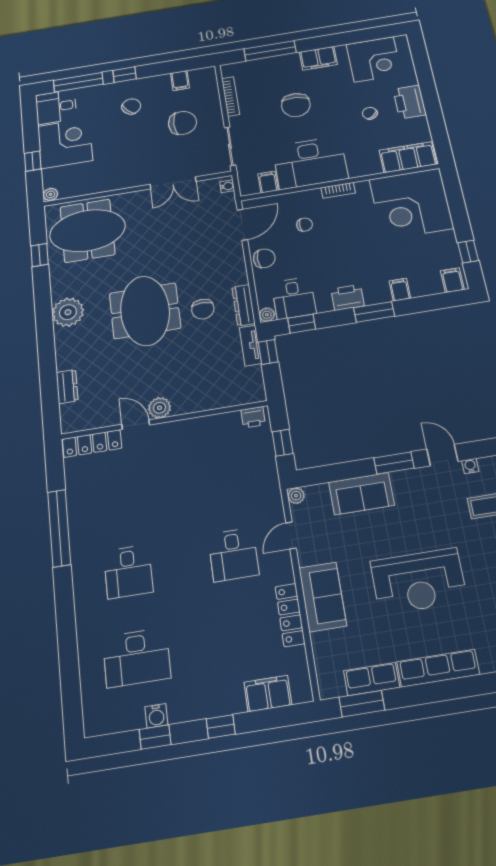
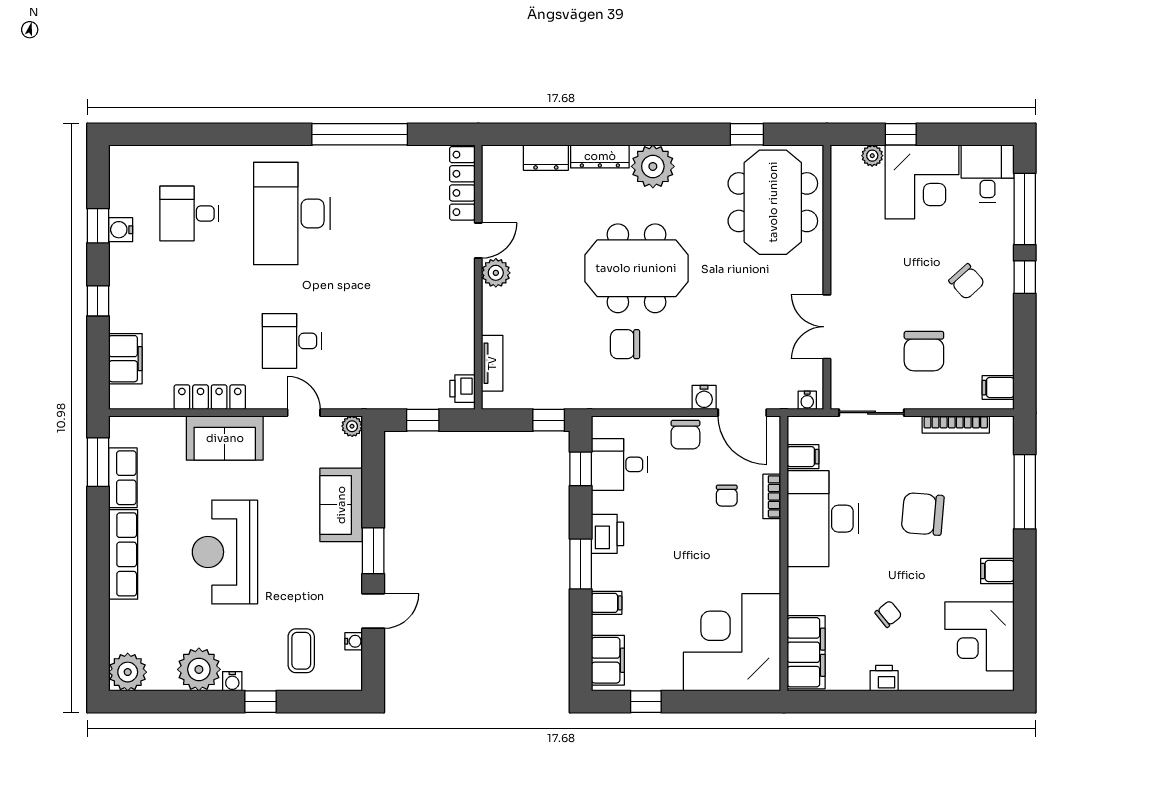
filing cabinet: (318, 58) -> (997, 571), width x0.50
filing cabinet: (180, 81) -> (998, 388), moved
printer: (410, 102) -> (884, 678), width x0.53, depth x0.68
bookcase: (338, 190) -> (772, 496), moved
plant: (51, 194) -> (872, 156), moved
water cooler: (235, 251) -> (704, 397), added
filing cabinet: (452, 280) -> (608, 660), width x2.00
dresser: (244, 305) -> (600, 156), moved, turned 180
plant: (267, 315) -> (602, 426), removed
tv unit: (250, 346) -> (492, 363), moved, turned 90
desk: (128, 572) -> (292, 213), width x1.87, depth x1.30
desk: (137, 658) -> (189, 213), width x0.73

